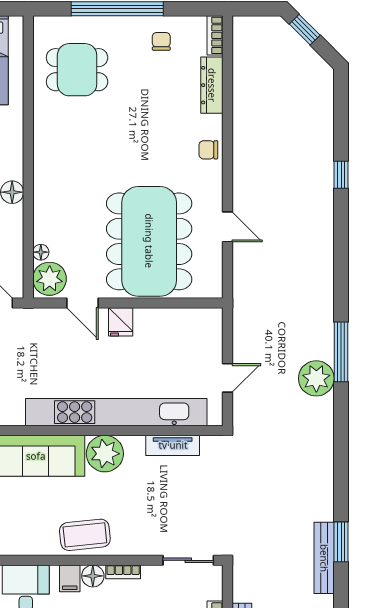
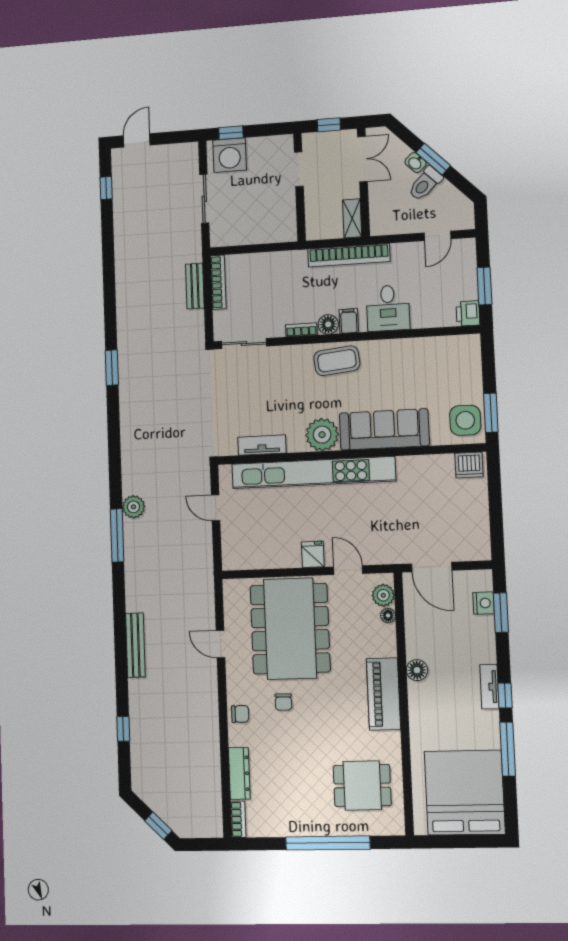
chair: (161, 41) -> (283, 702), moved
piano: (50, 167) -> (383, 694), added
window: (341, 175) -> (123, 729), moved
plant: (50, 279) -> (383, 595), width x0.73, depth x0.73
door: (227, 378) -> (216, 508), hinge flipped
plant: (316, 378) -> (134, 507), width x0.73, depth x0.73
bench: (324, 558) -> (135, 645), moved

